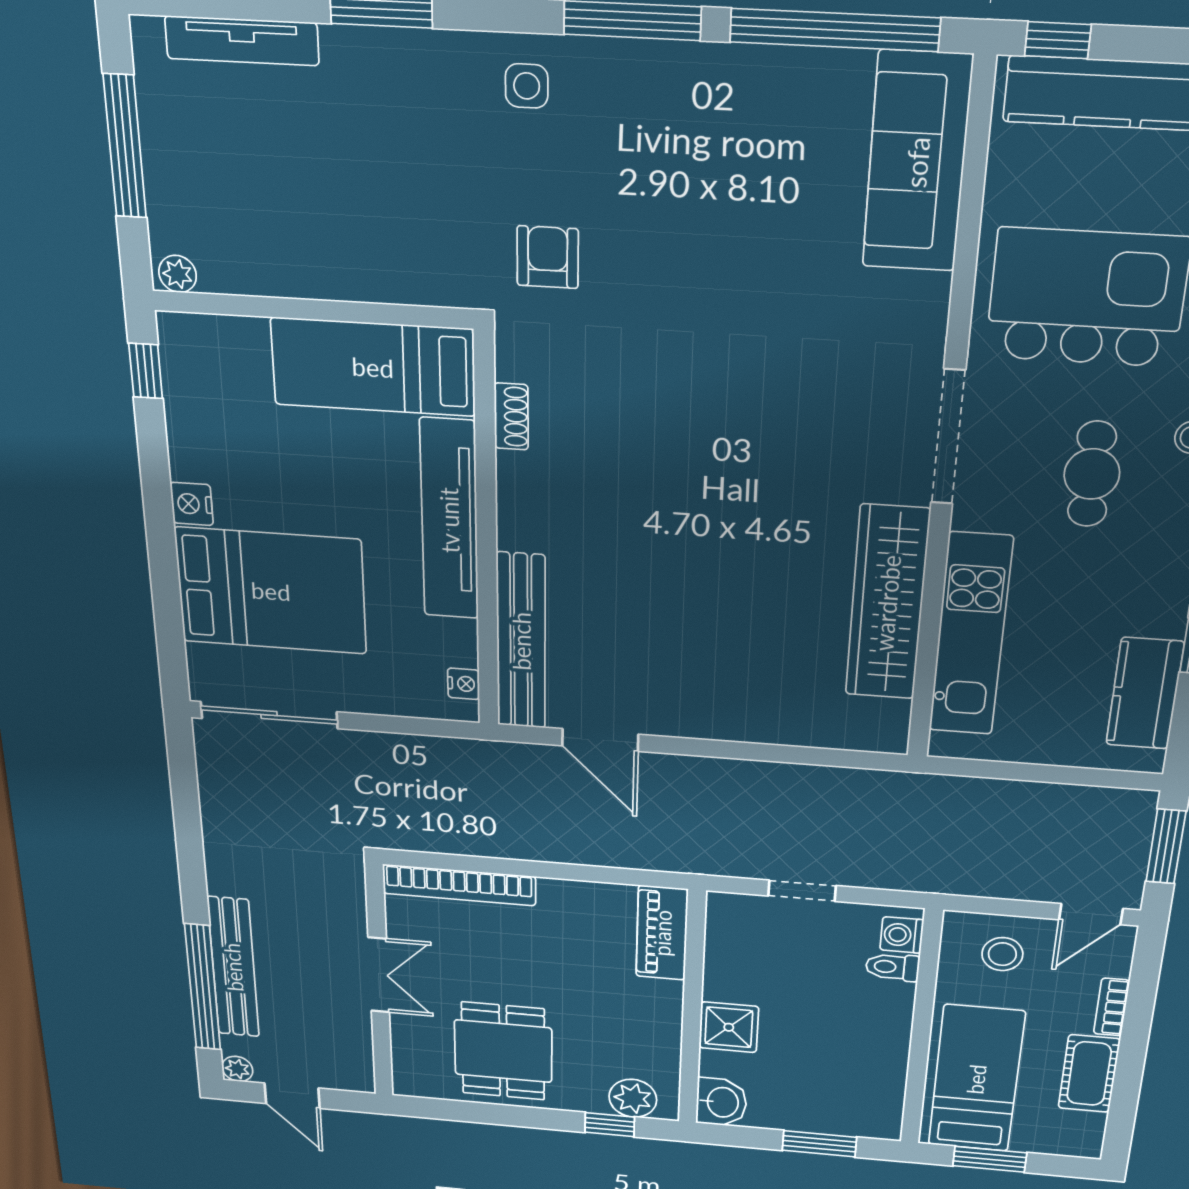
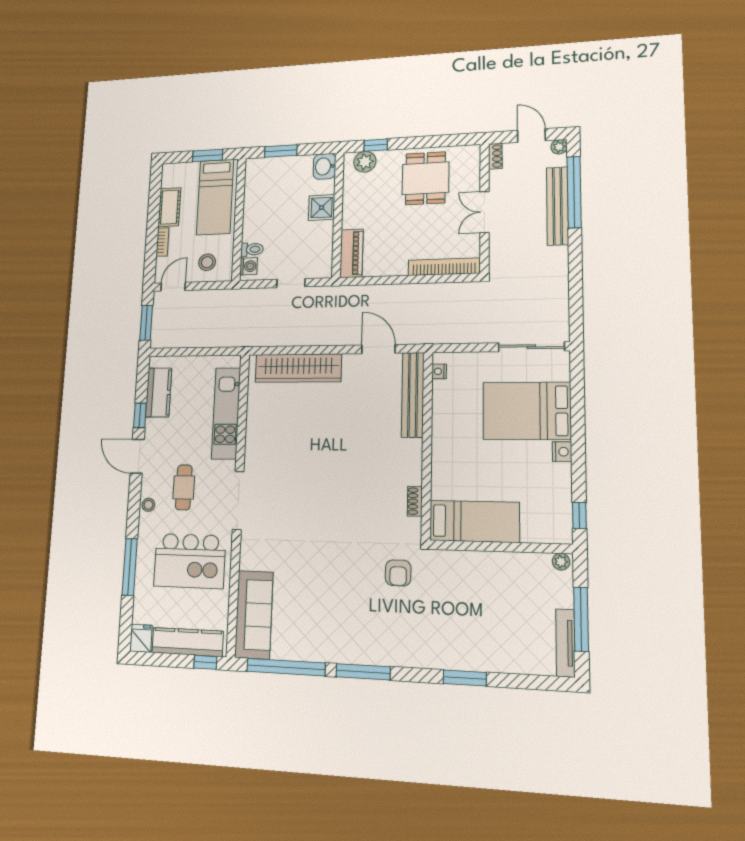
tv unit: (242, 41) -> (565, 643), moved, turned -90
side table: (527, 86) -> (406, 646), removed
tv unit: (449, 520) -> (443, 451), removed
wardrobe: (887, 603) -> (298, 368), moved, turned 90
shoe rack: (362, 1070) -> (495, 156), added

